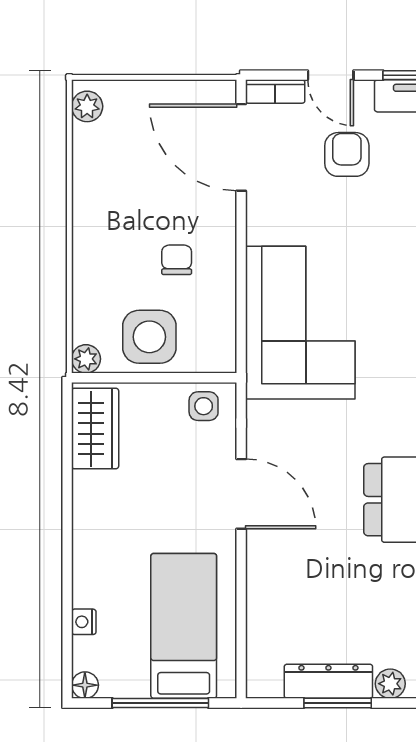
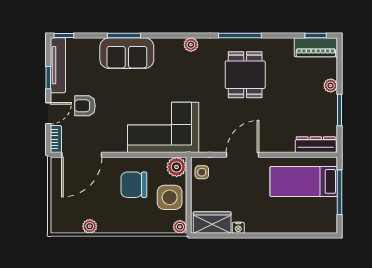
plant: (87, 106) -> (90, 226), moved
chair: (177, 260) -> (134, 185), width x1.87, depth x1.87
plant: (215, 352) -> (177, 167), added
nightstand: (84, 622) -> (238, 228), moved
dresser: (328, 681) -> (316, 145), moved, turned 90
floor lamp: (85, 685) -> (331, 227), removed

